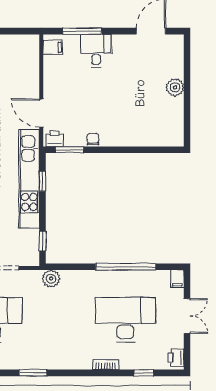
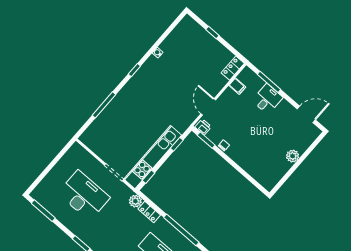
filing cabinet: (53, 47) -> (237, 86), moved
locker: (32, 50) -> (233, 68), added
kitchen unit: (29, 179) -> (153, 157), moved
locker: (76, 277) -> (149, 212), added

